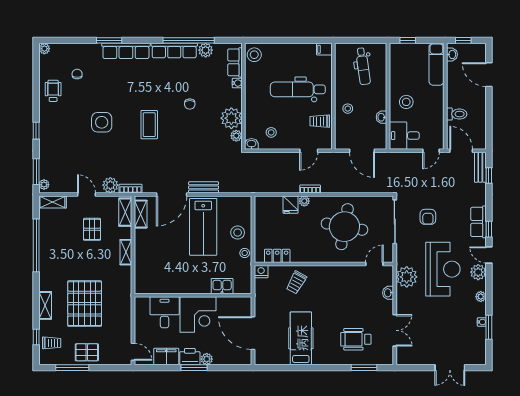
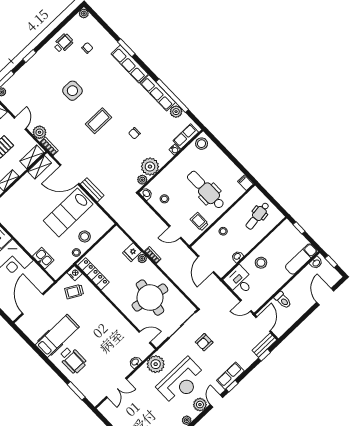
locker: (277, 256) -> (93, 274), width x1.53
trolley: (296, 282) -> (74, 292), moved
wheelchair: (356, 339) -> (73, 360), moved, turned 180

